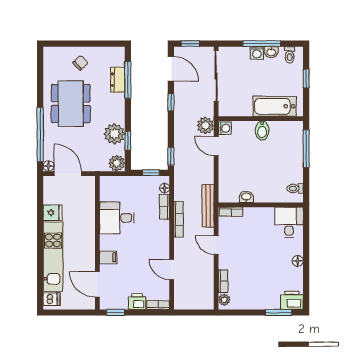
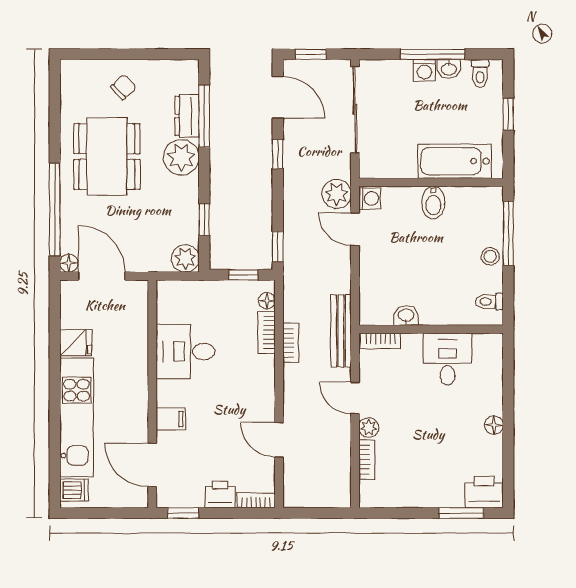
plant: (114, 134) -> (181, 157), moved
stool: (295, 162) -> (490, 256), added
bookcase: (178, 219) -> (291, 343), width x0.64
desk: (289, 222) -> (448, 359), moved
plant: (224, 300) -> (369, 428), moved

